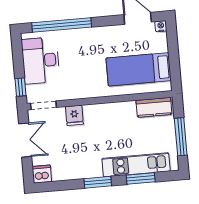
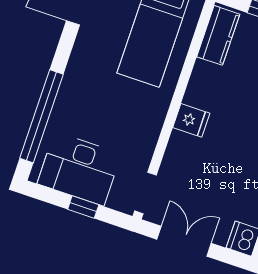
window: (21, 87) -> (83, 207), moved
fridge: (74, 115) -> (191, 120), moved

